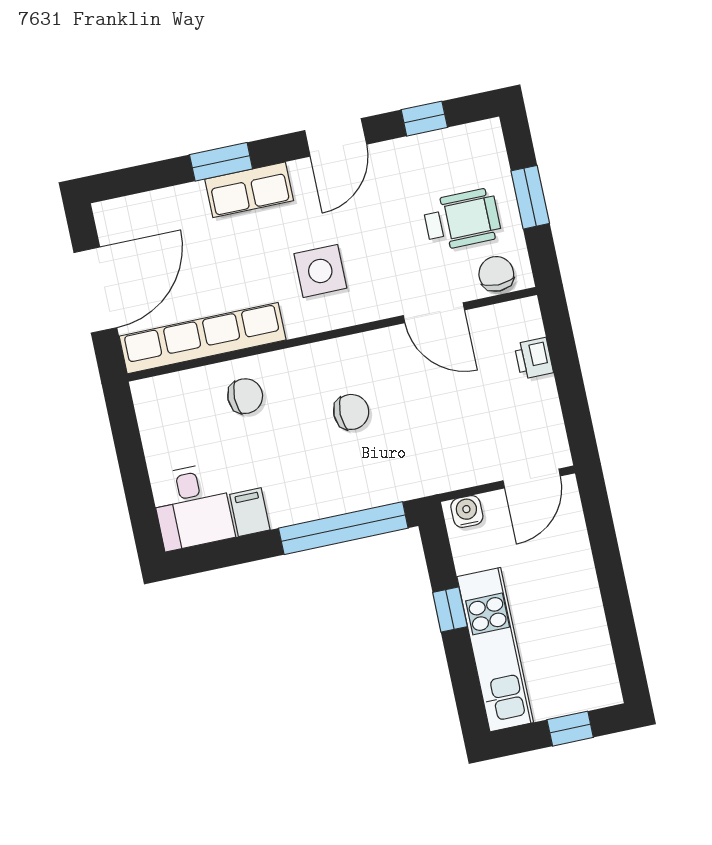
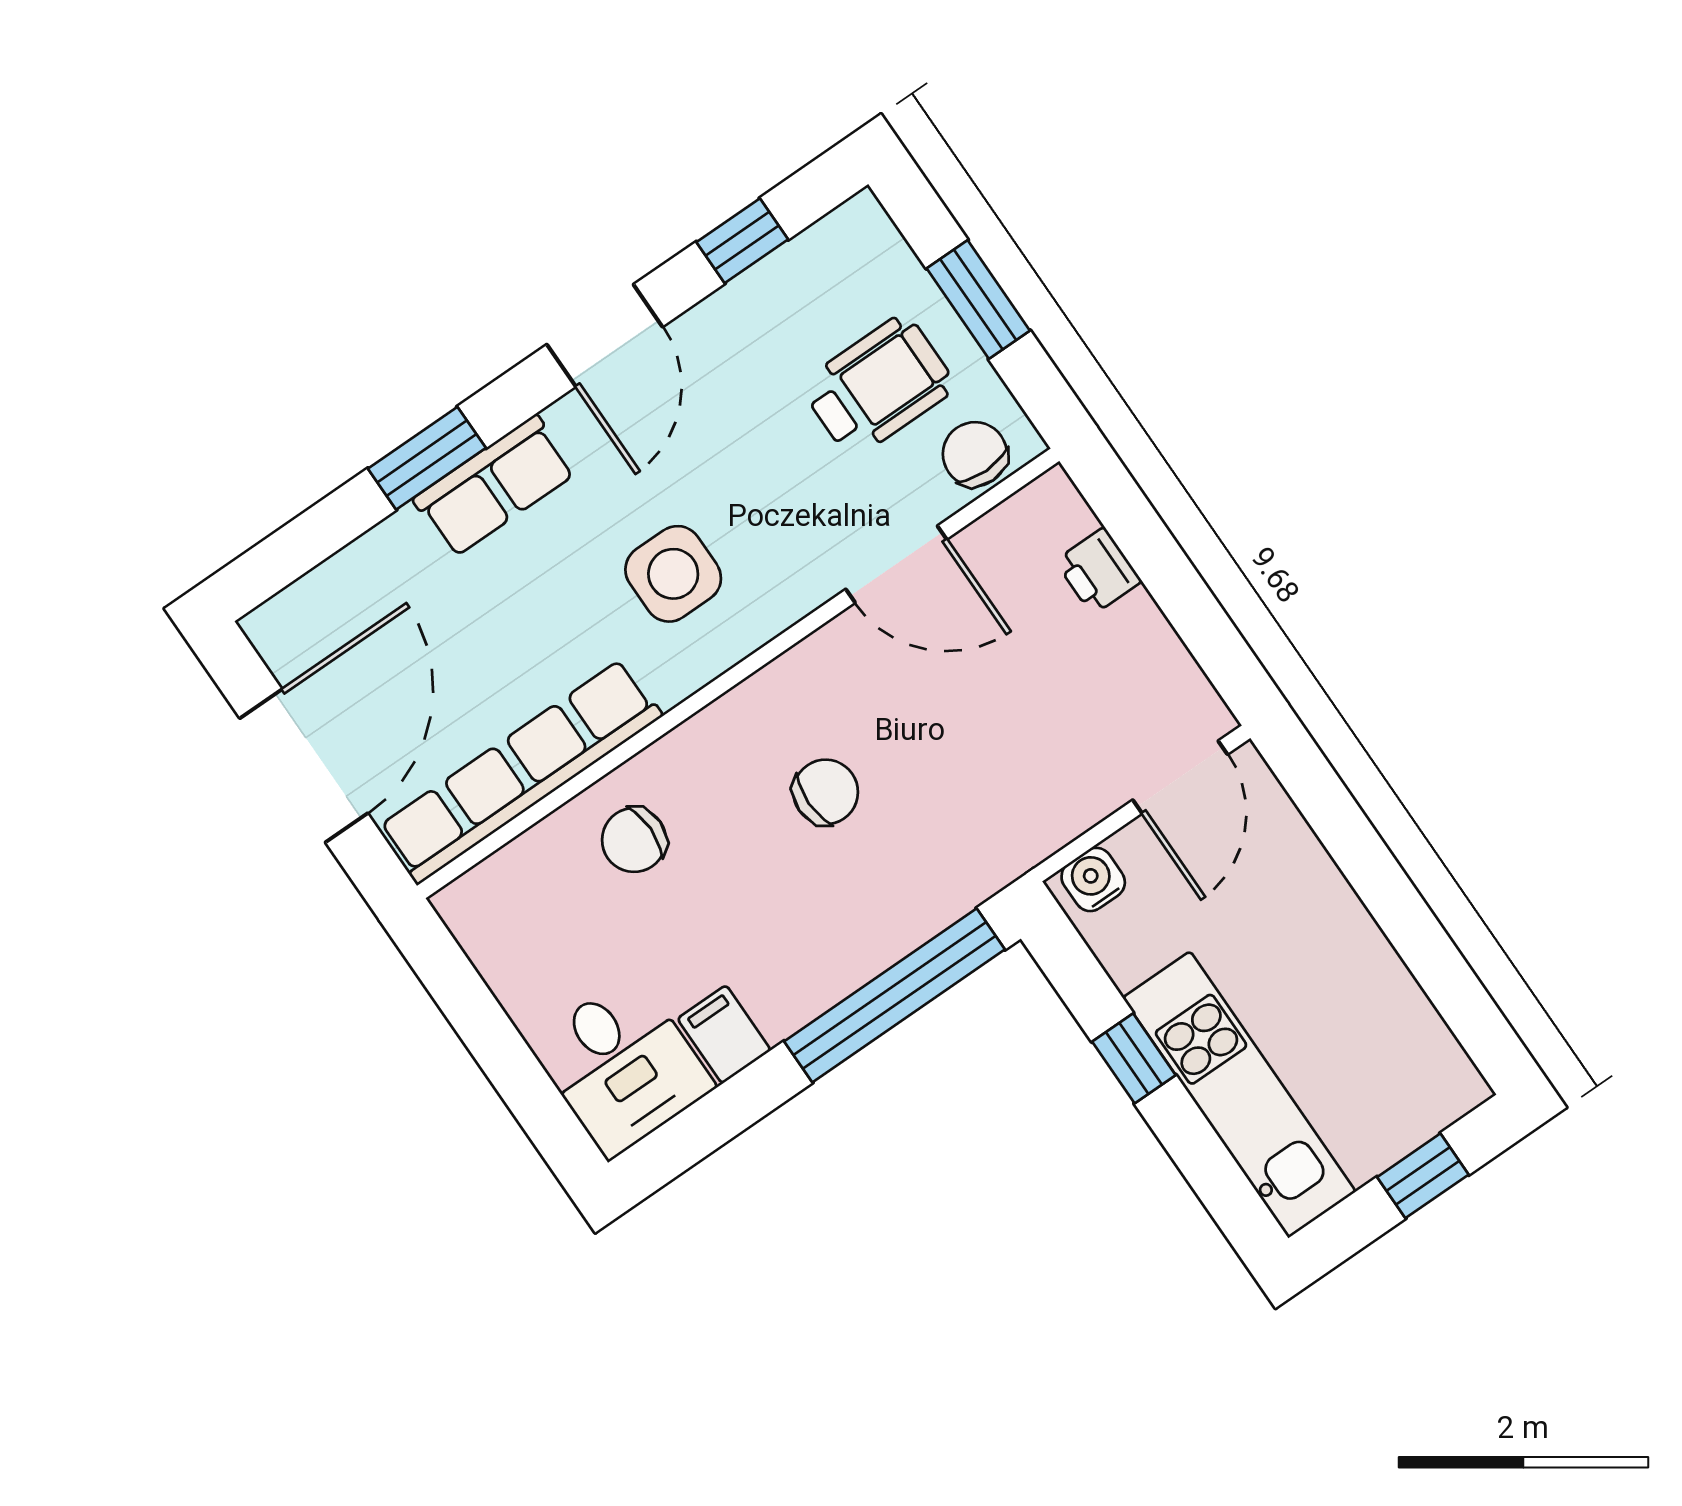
chair: (245, 396) -> (634, 840), turned 180

